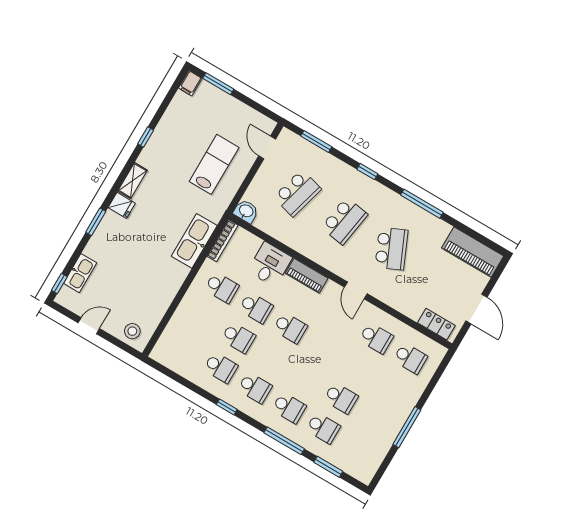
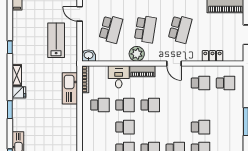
plant: (313, 247) -> (137, 54), added
school desk: (391, 249) -> (180, 29), turned 39
locker: (436, 324) -> (212, 56), moved

